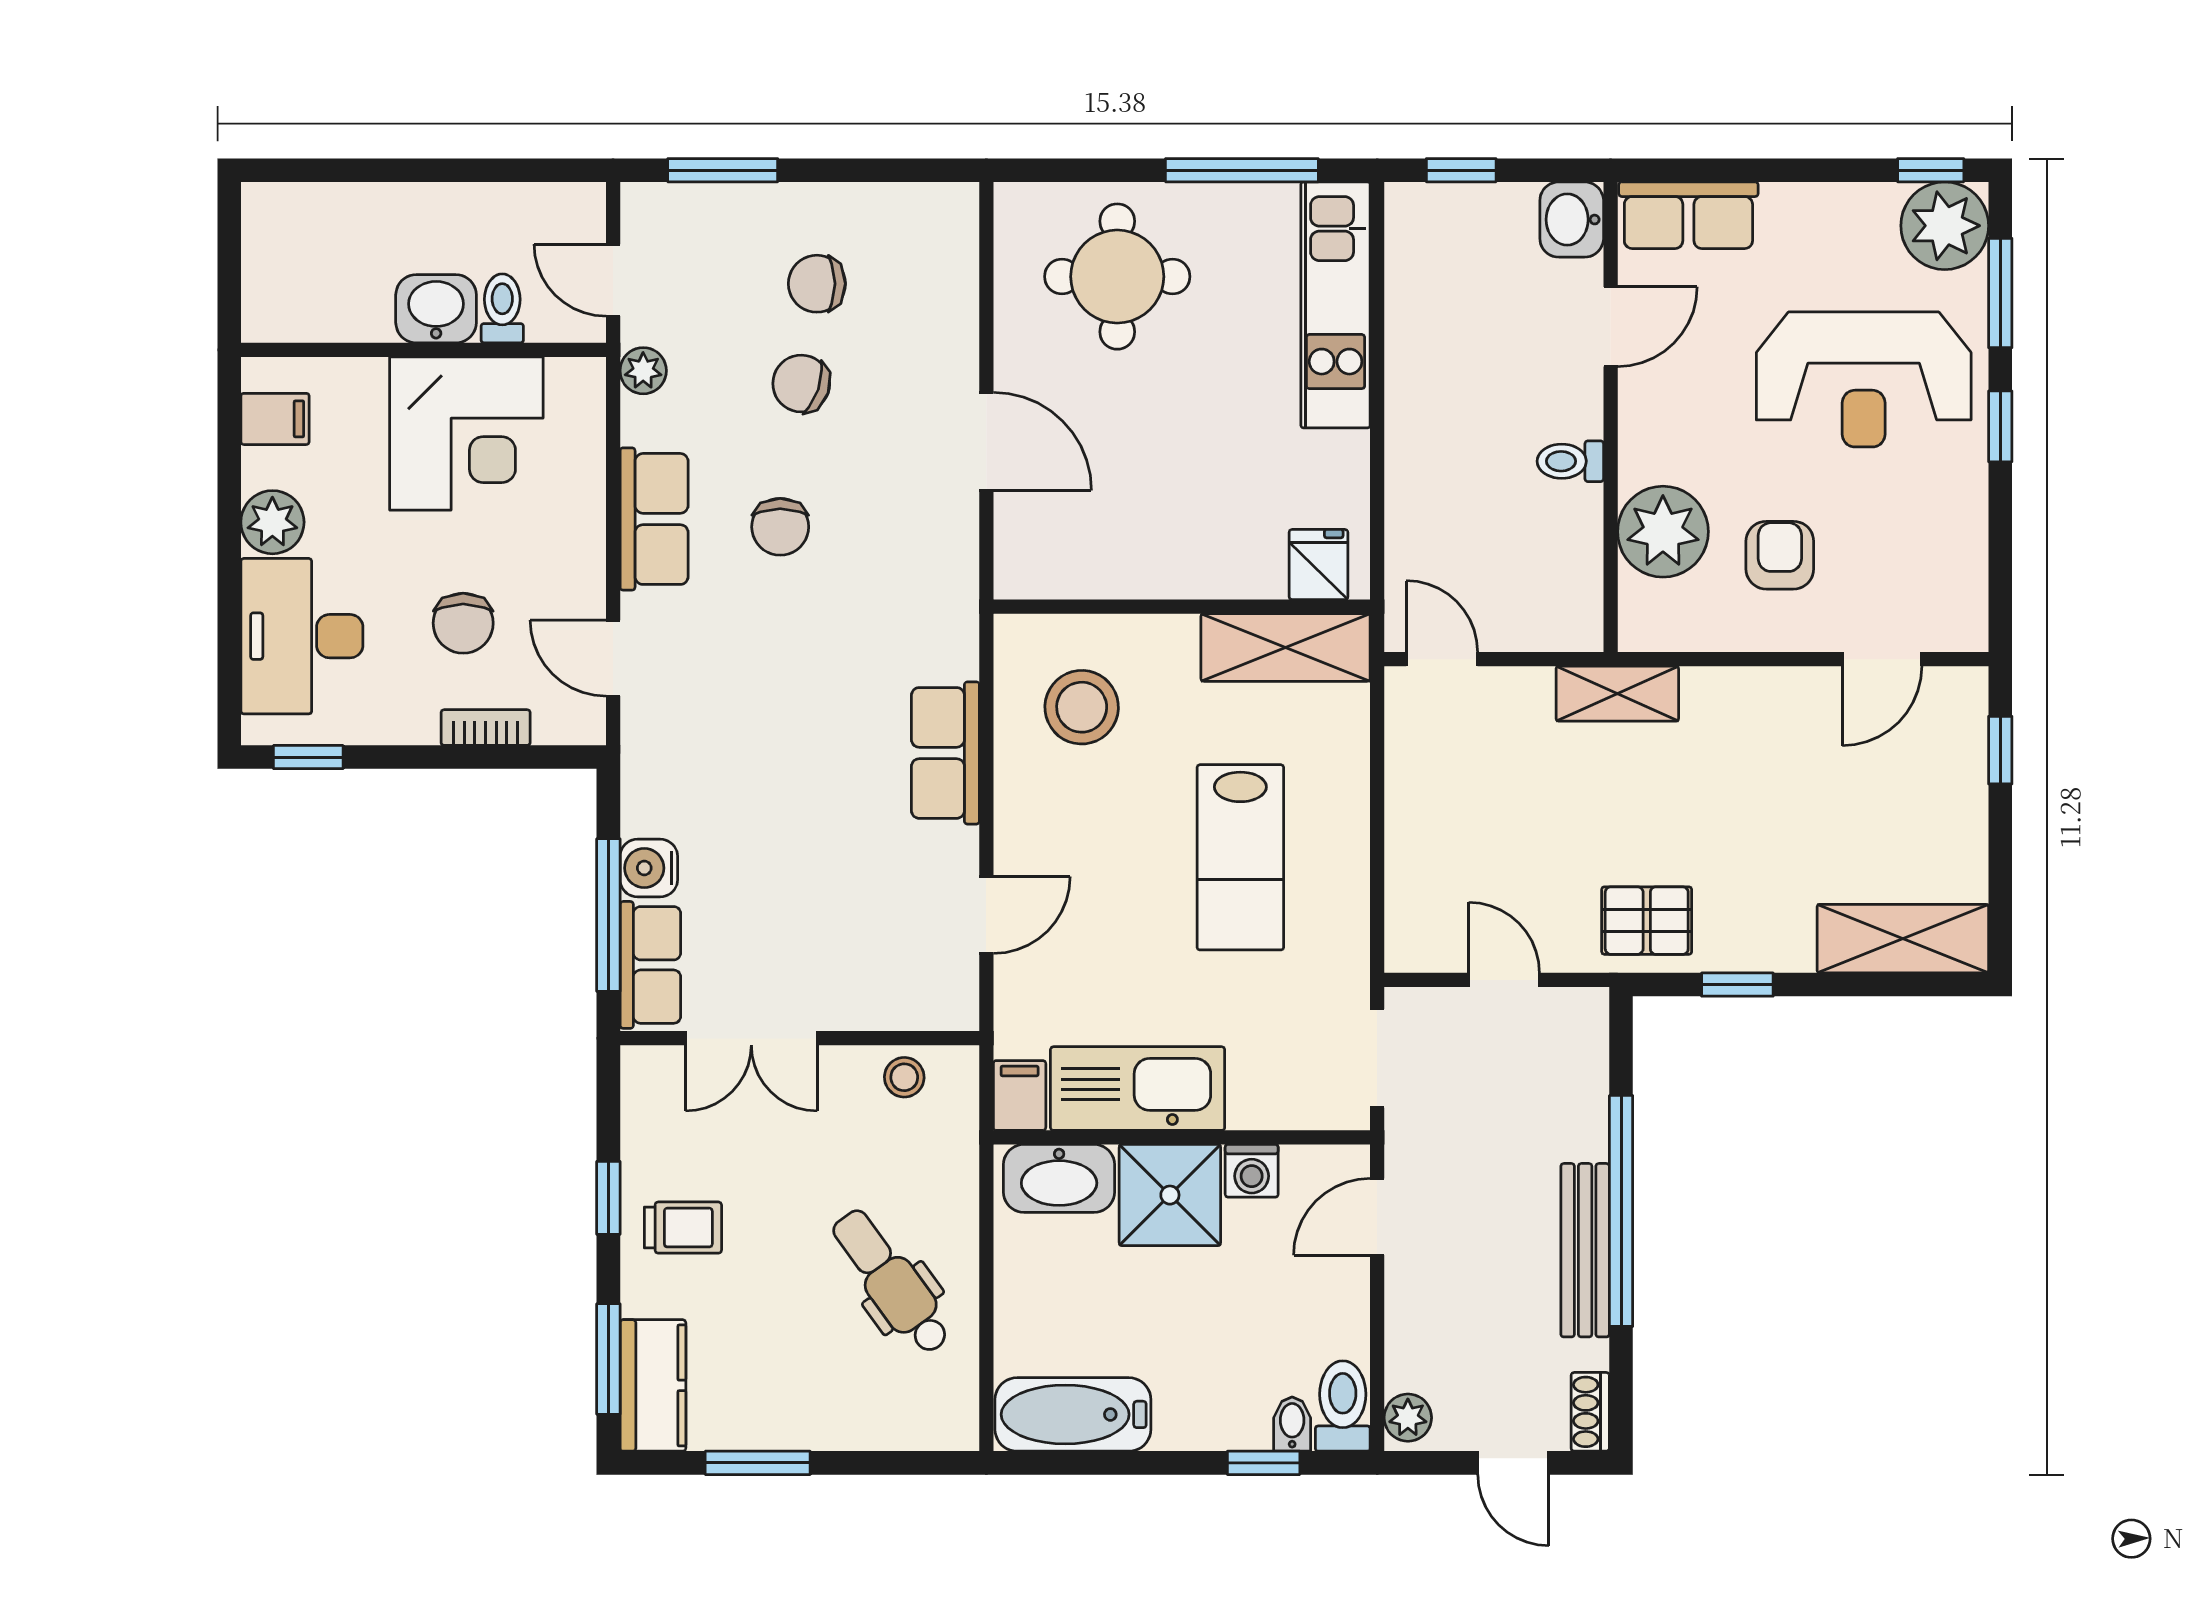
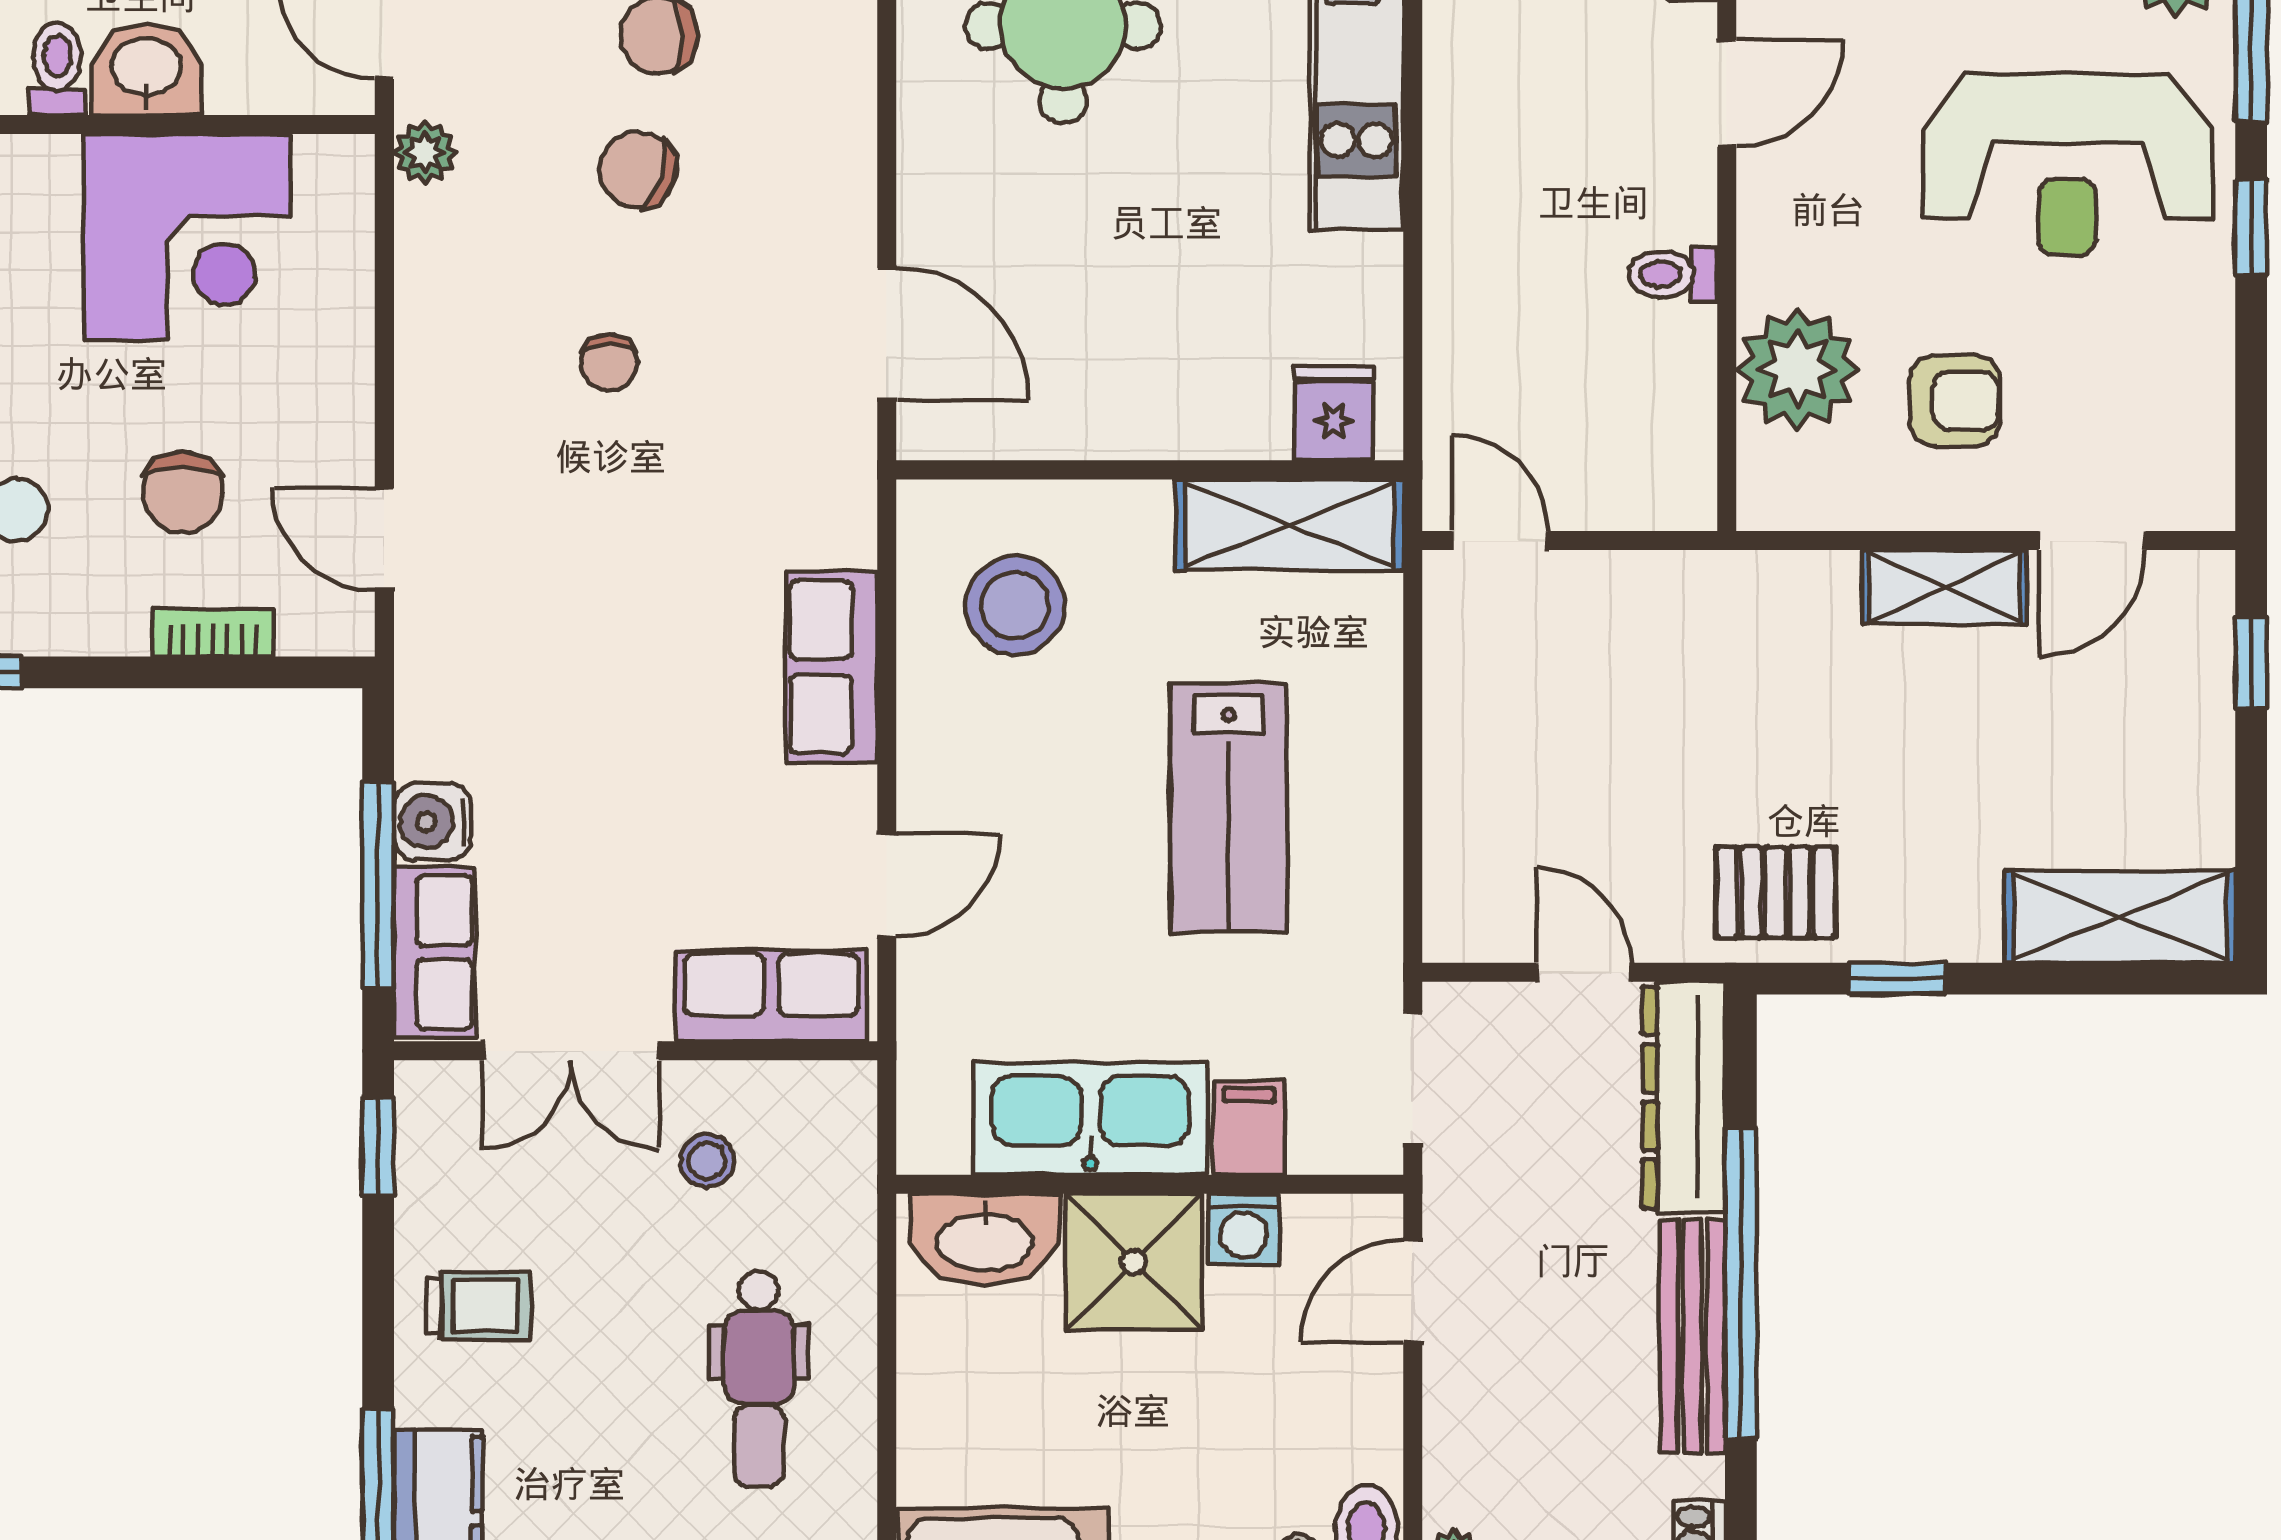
toilet: (502, 308) -> (57, 69), moved
door: (986, 441) -> (887, 334), moved
row of seats: (654, 519) -> (771, 996), moved, turned -90
chair: (780, 527) -> (609, 363), width x0.73, depth x0.73
armchair: (1780, 555) -> (1955, 401), turned 90
shelving: (1617, 694) -> (1945, 587), moved
dresser: (1579, 1073) -> (1684, 1097), added
stool: (904, 1077) -> (707, 1161), moved
filing cabinet: (1020, 1095) -> (1249, 1128), moved
window: (608, 1198) -> (378, 1147), moved
dental chair: (891, 1282) -> (759, 1379), turned -144

